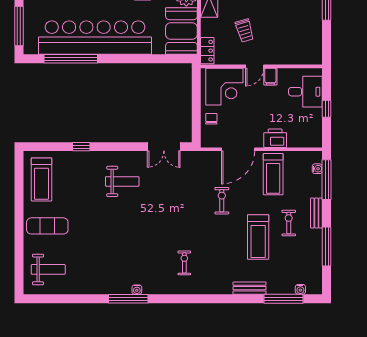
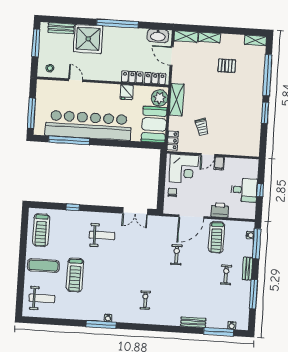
desk: (305, 92) -> (244, 190), moved
treadmill: (258, 237) -> (75, 275), moved

